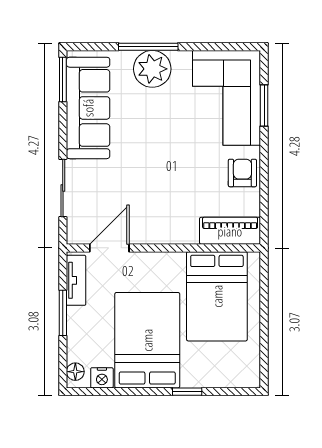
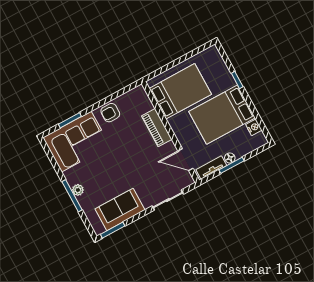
plant: (152, 69) -> (78, 190), width x0.53, depth x0.53
sofa: (88, 108) -> (120, 209), width x0.73
piano: (230, 231) -> (157, 128), moved
floor lamp: (75, 372) -> (230, 158), moved

